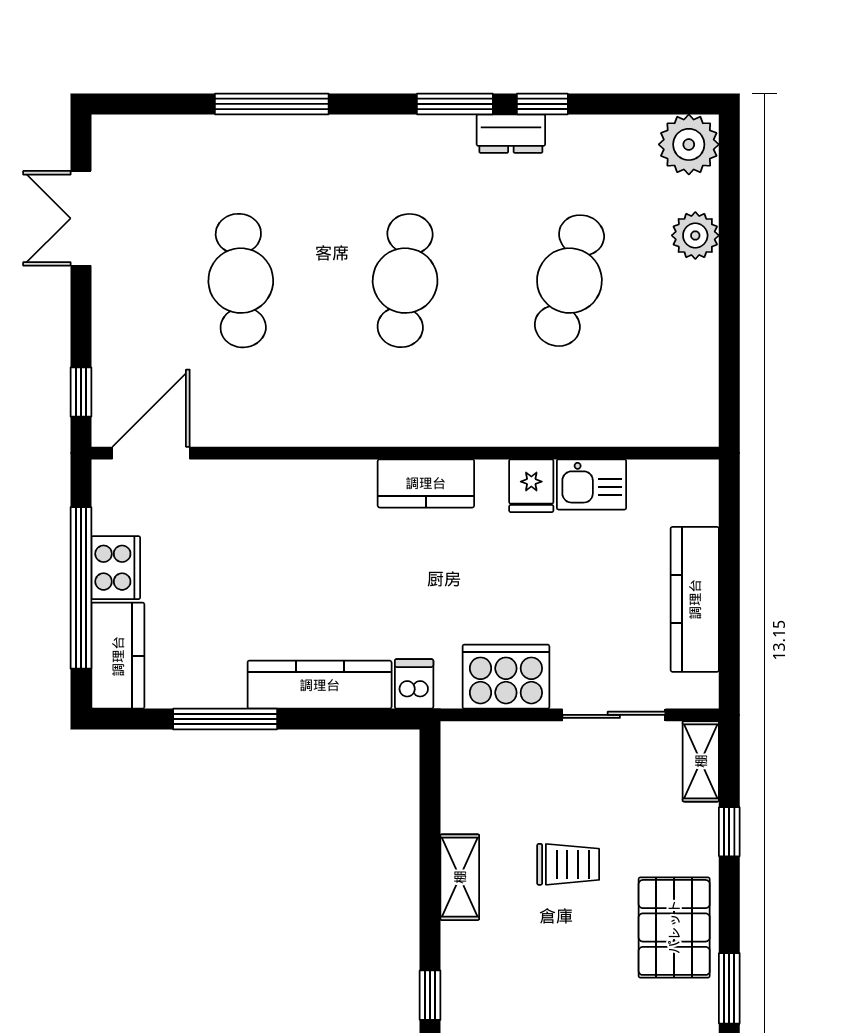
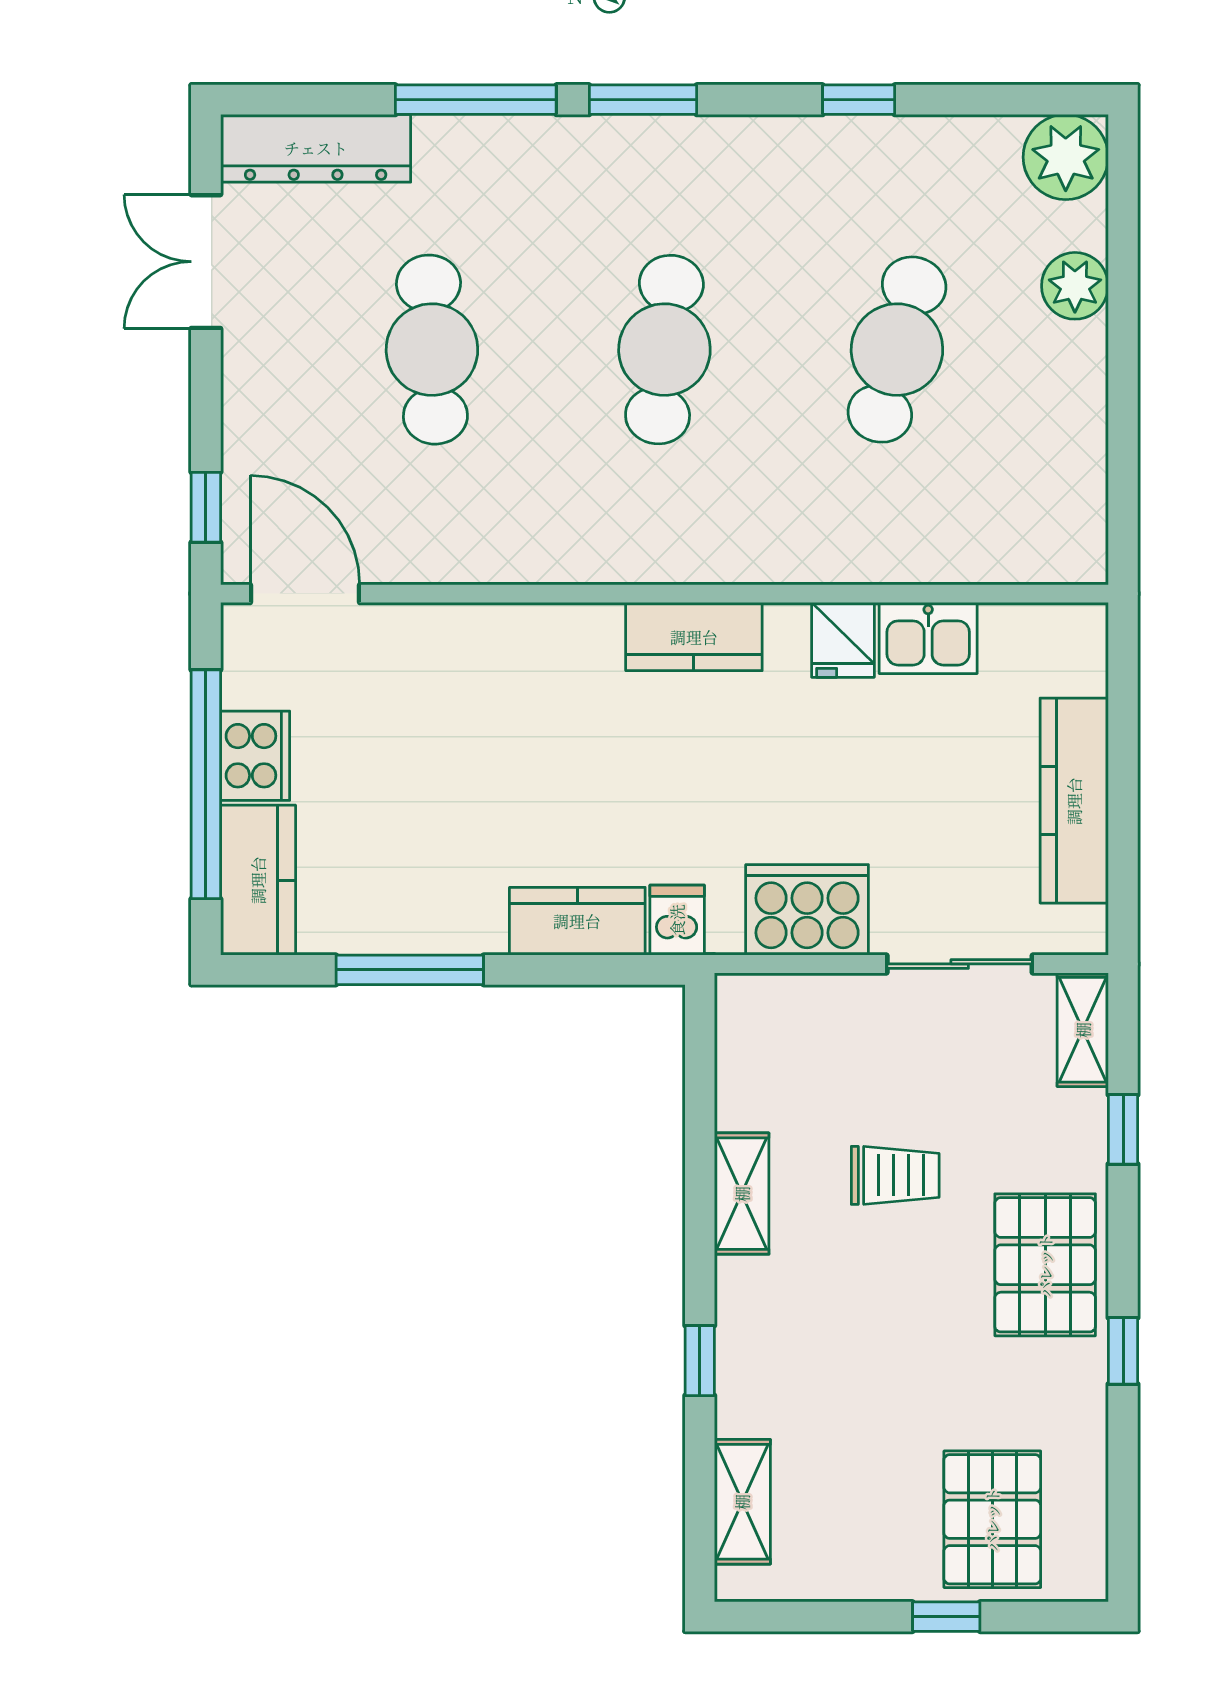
window: (455, 104) -> (643, 100), moved
dresser: (511, 134) -> (316, 148), moved, width x1.96, depth x1.24
door: (151, 453) -> (305, 594), hinge flipped
kitchen counter: (320, 685) -> (577, 921), width x0.67
window: (729, 988) -> (1123, 1351), width x0.67

